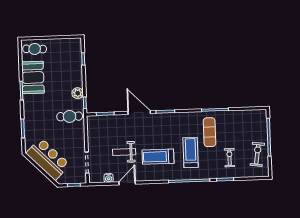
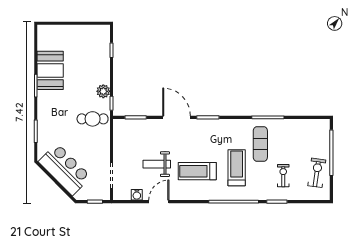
cafe table: (35, 49) -> (53, 36), removed

